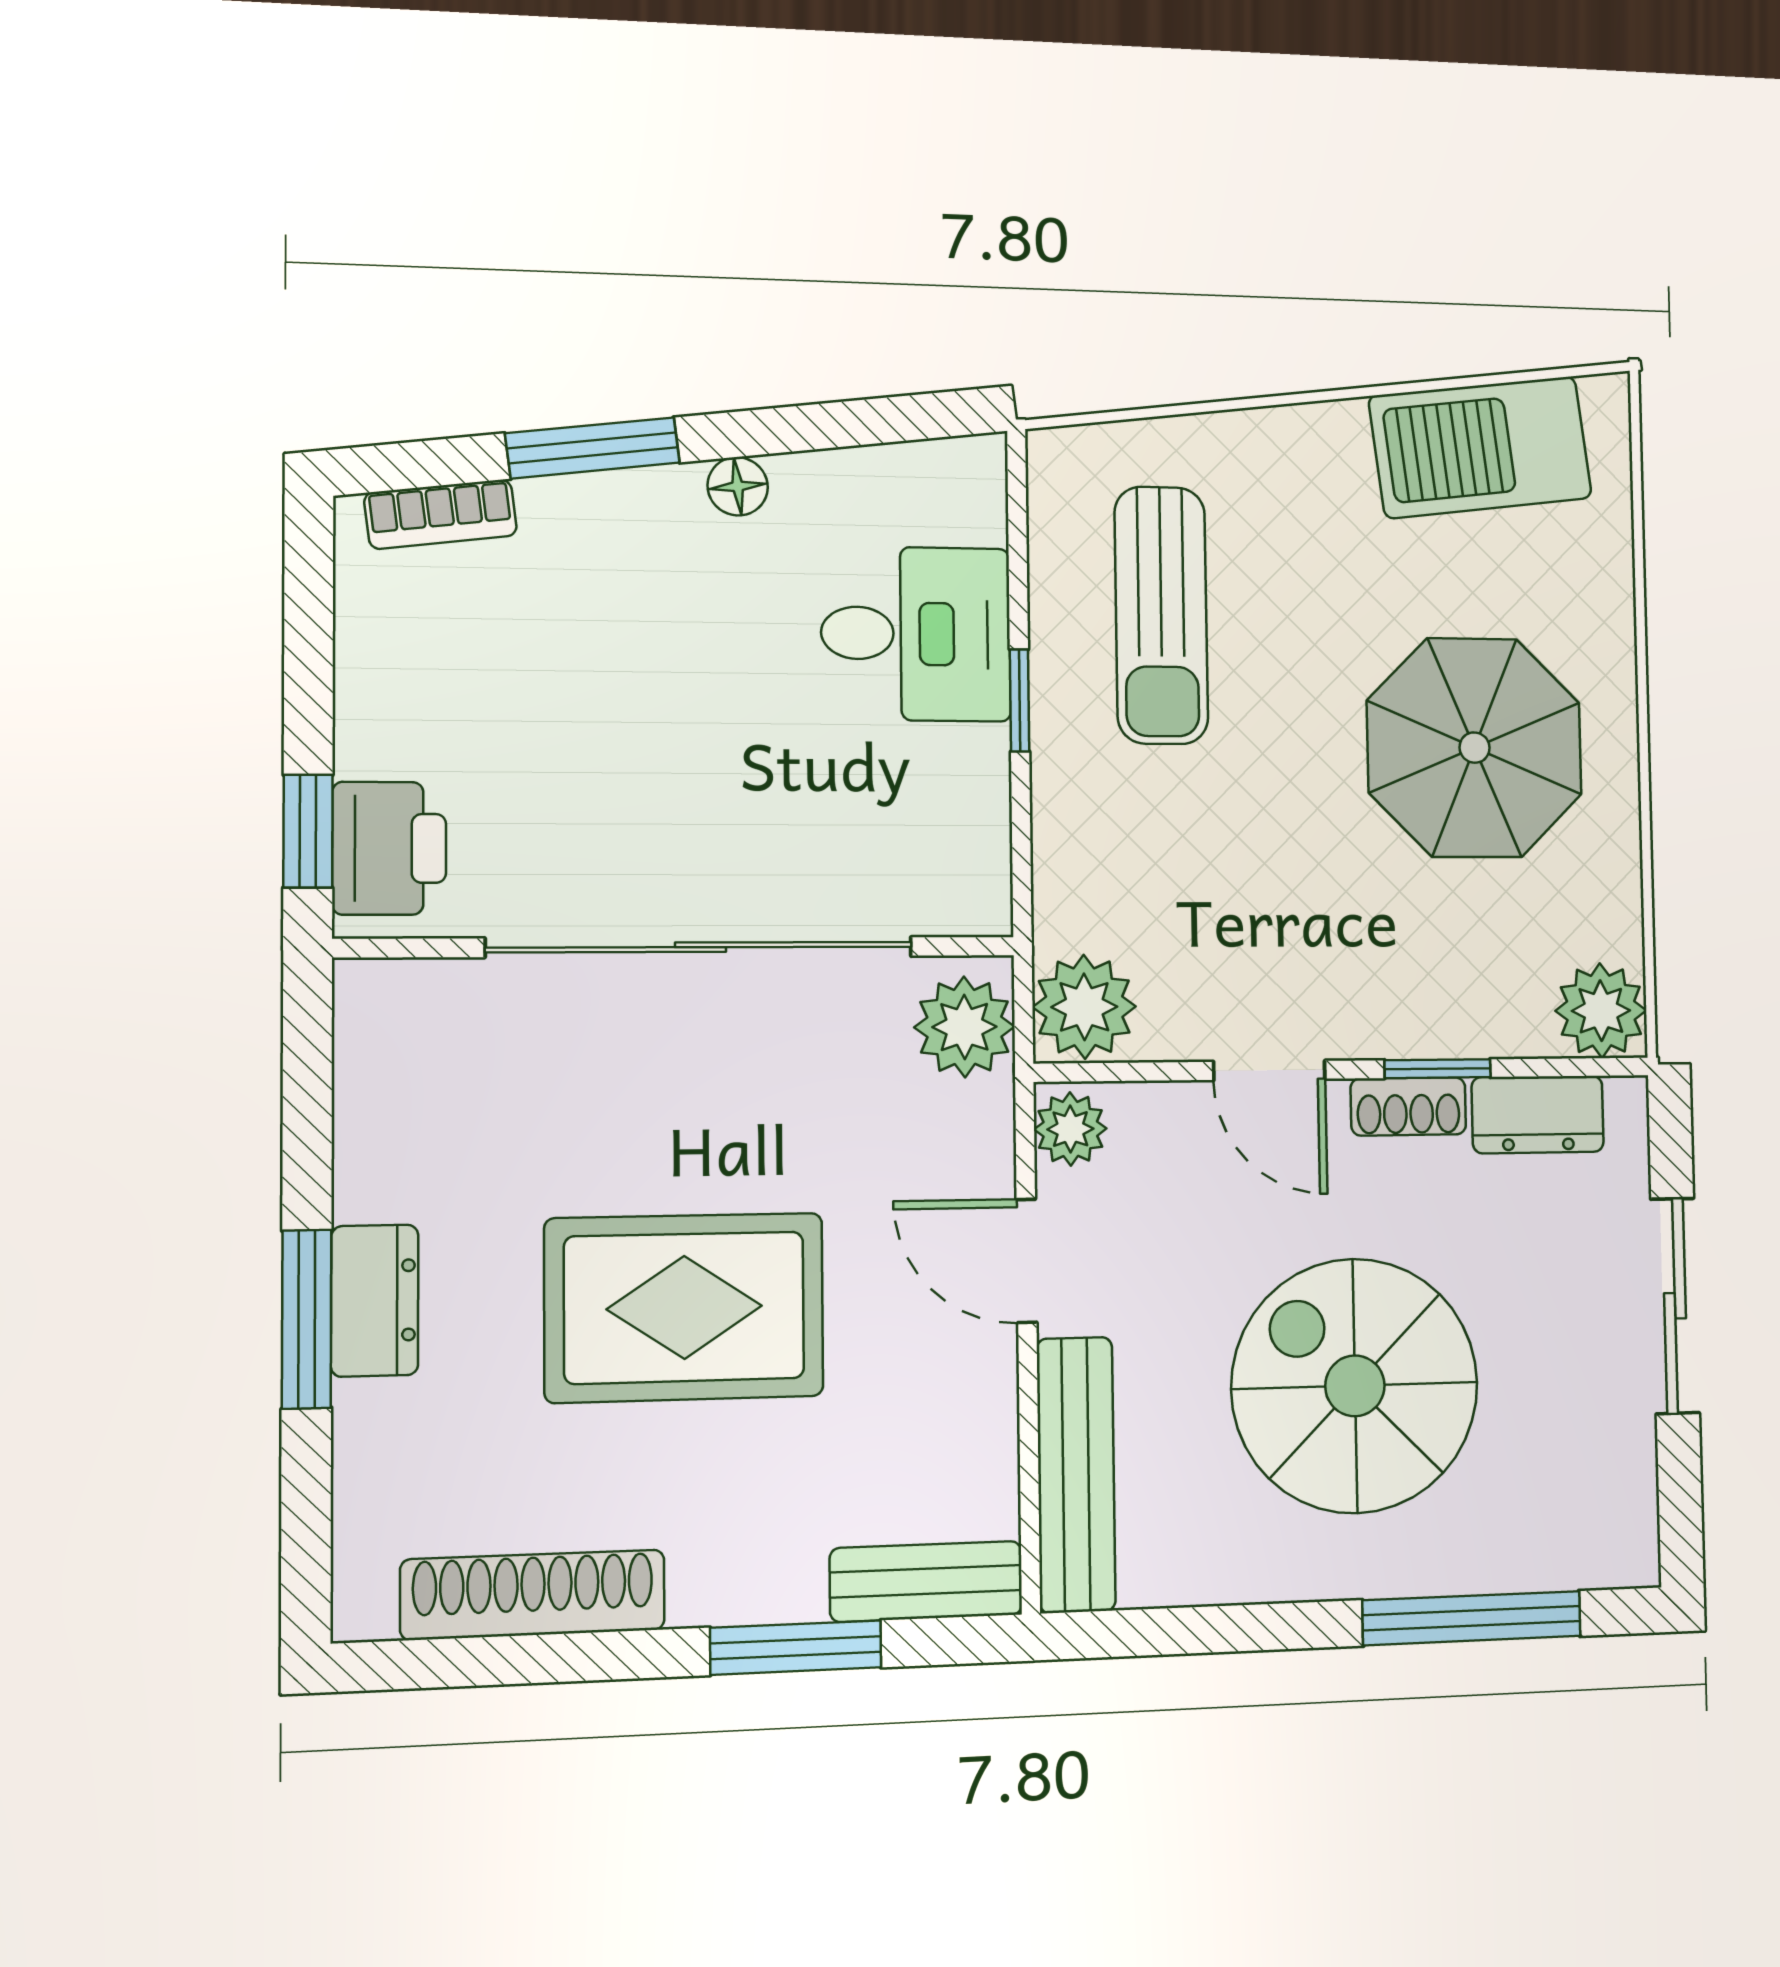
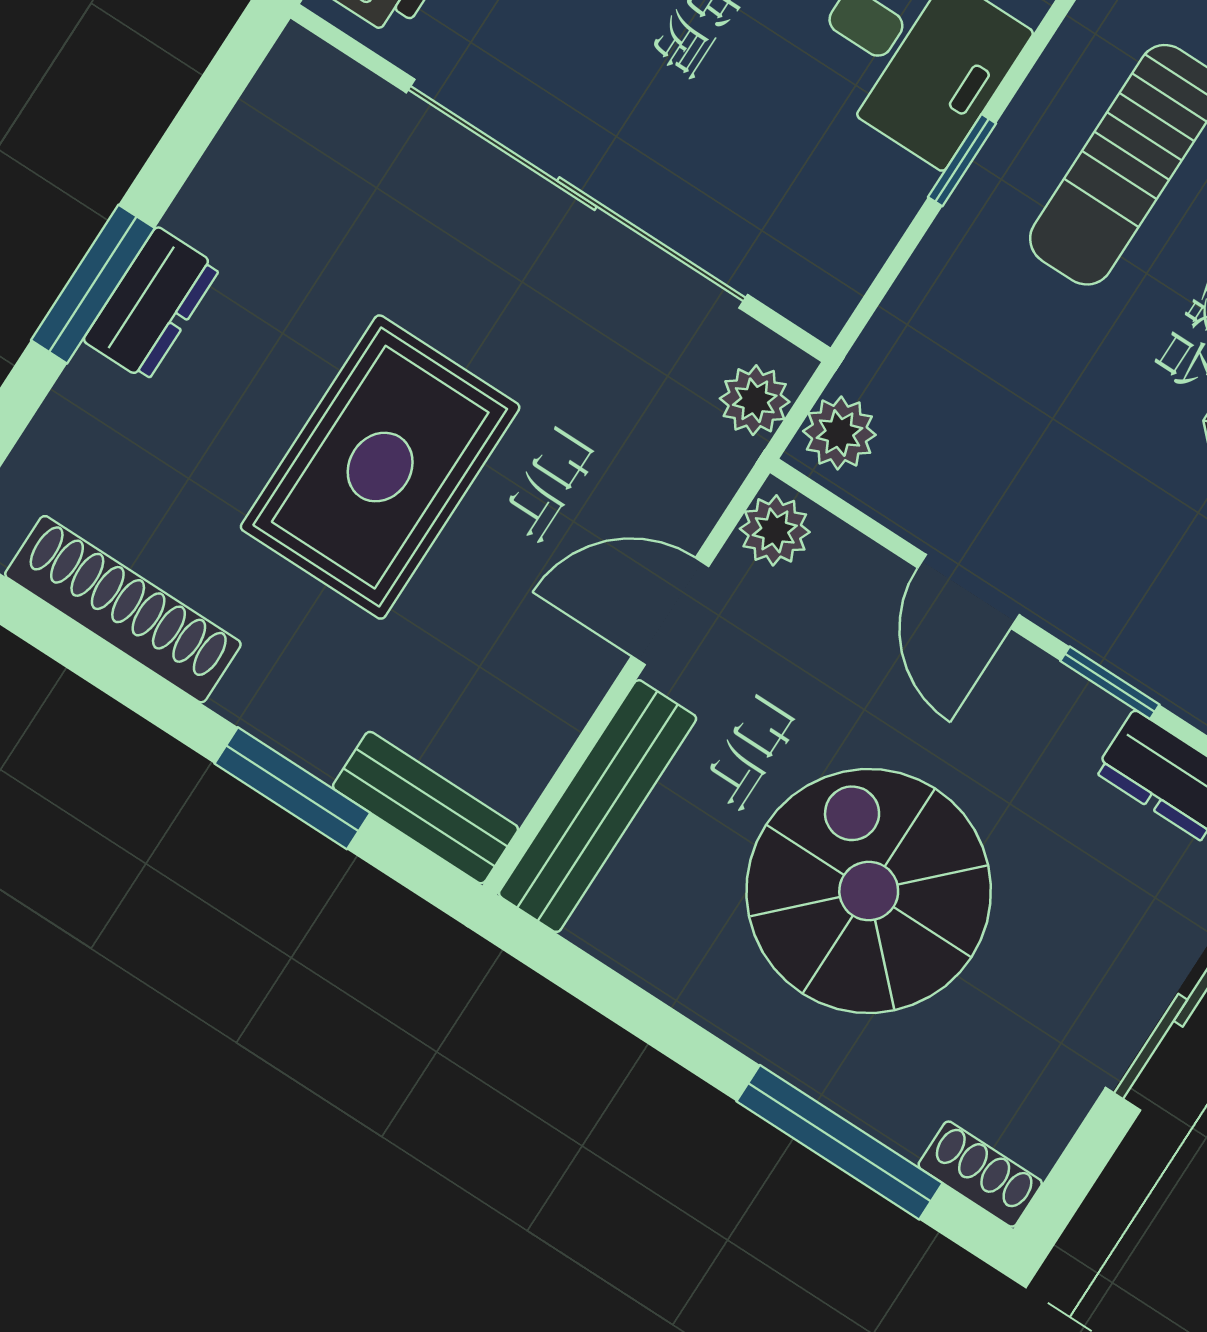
plant: (1084, 1007) -> (839, 433), width x0.73, depth x0.73
plant: (964, 1027) -> (755, 400), width x0.73, depth x0.73
shoe rack: (1408, 1106) -> (980, 1174), moved, turned 180
door: (1027, 1261) -> (670, 611), hinge flipped
rug: (684, 1307) -> (380, 467), turned 90

